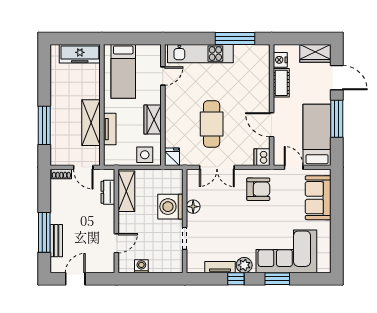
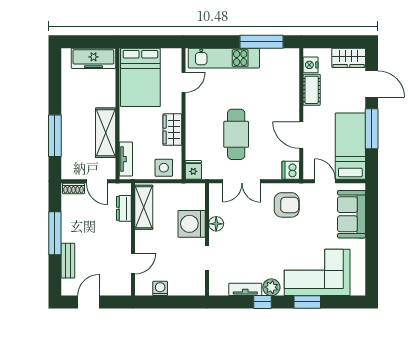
bed: (123, 71) -> (140, 77), width x1.50
tv unit: (110, 129) -> (126, 159), moved
window: (44, 232) -> (55, 233), moved

